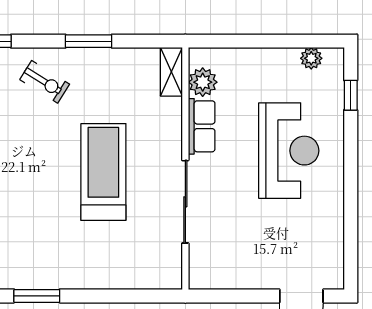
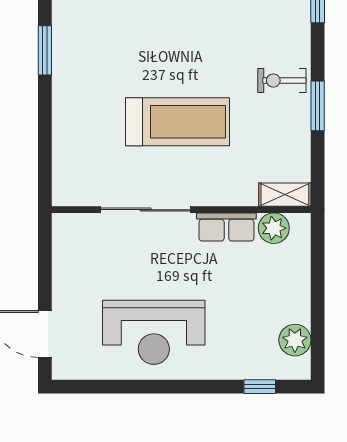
plant: (311, 58) -> (295, 340), width x1.38, depth x1.38
exercise bike: (45, 82) -> (282, 80), moved, turned 58
reception desk: (289, 151) -> (154, 332), moved

